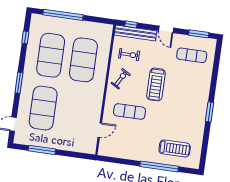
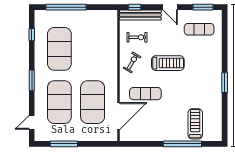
exercise mat: (83, 60) -> (93, 102), moved
treadmill: (156, 84) -> (168, 63), turned -90
door: (100, 130) -> (119, 116), width x1.87
treadmill: (175, 148) -> (195, 124), turned -90

